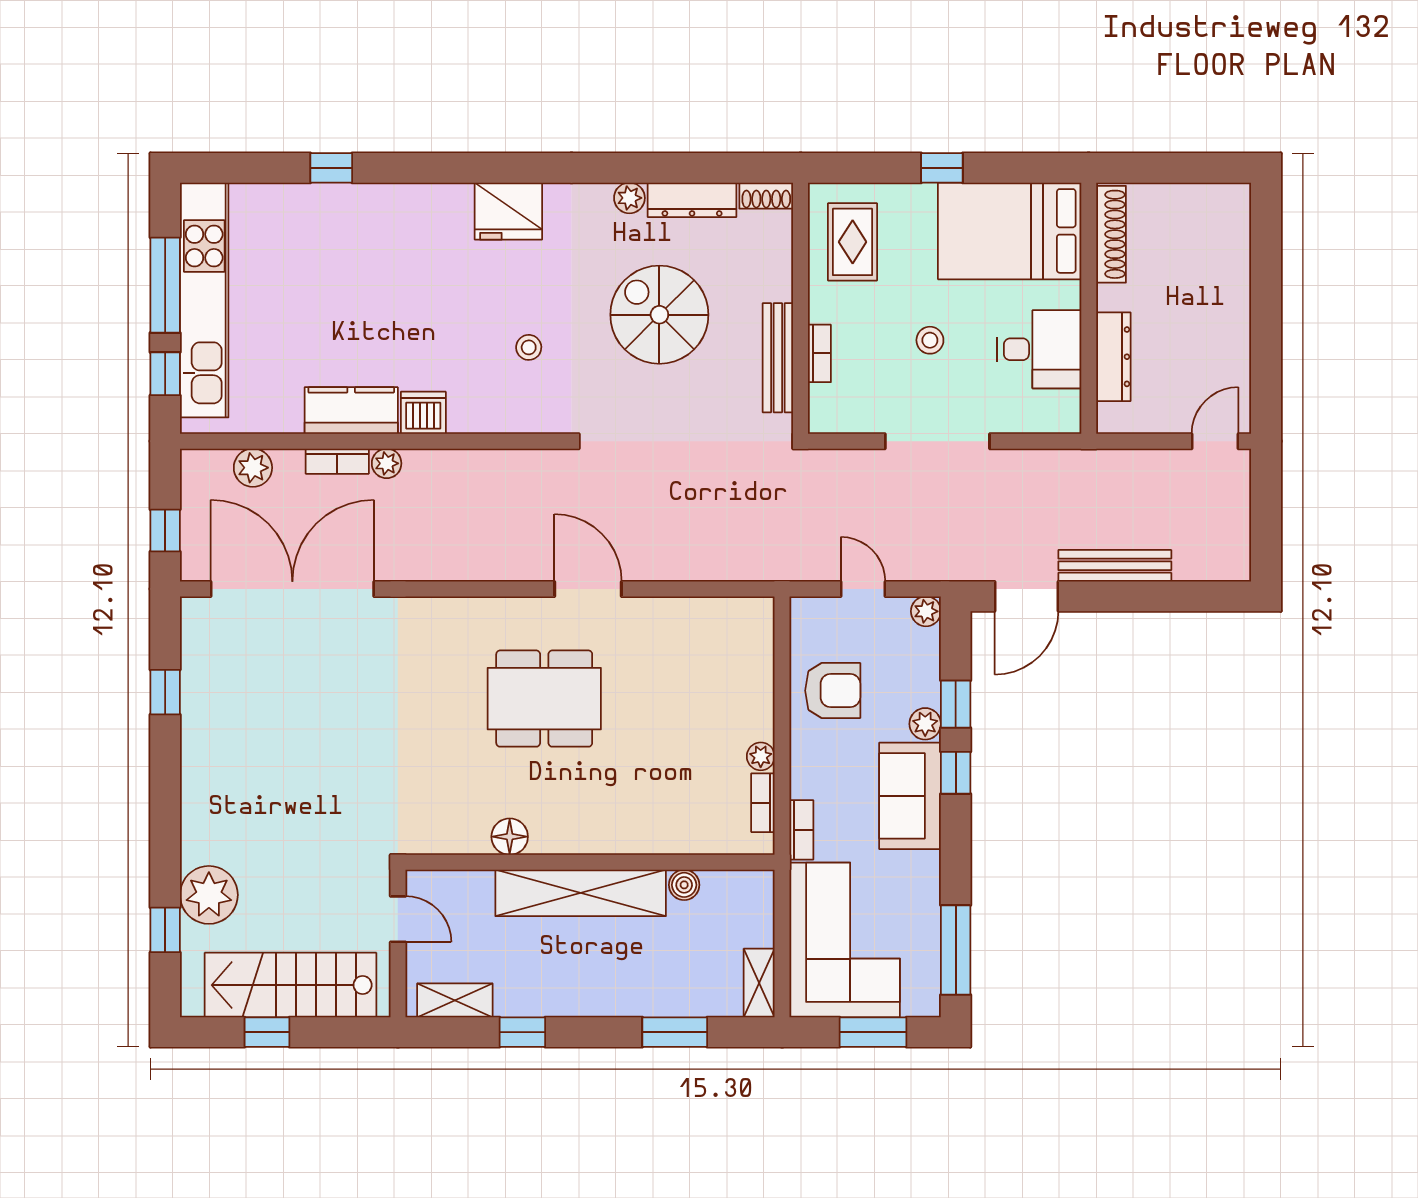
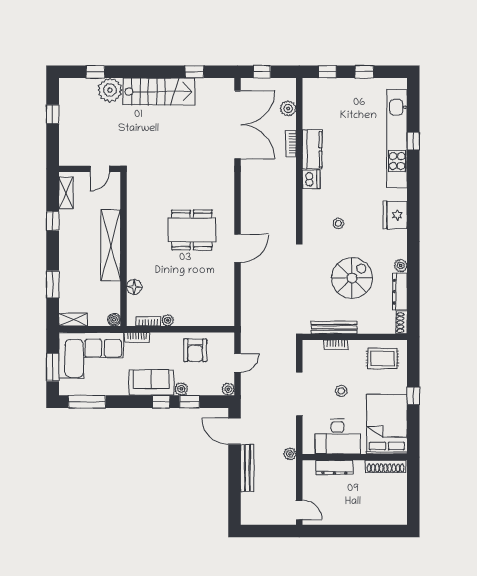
window: (165, 285) -> (364, 72), width x0.46
kitchen unit: (204, 300) -> (397, 139), moved, turned 90
desk: (1039, 349) -> (338, 436), width x1.37
plant: (387, 463) -> (290, 454), moved
dining table: (544, 699) -> (192, 230), turned 90
floor lamp: (510, 837) -> (134, 287), moved
boiler: (684, 885) -> (114, 320), moved
stairs: (291, 985) -> (159, 91), moved, turned 90

